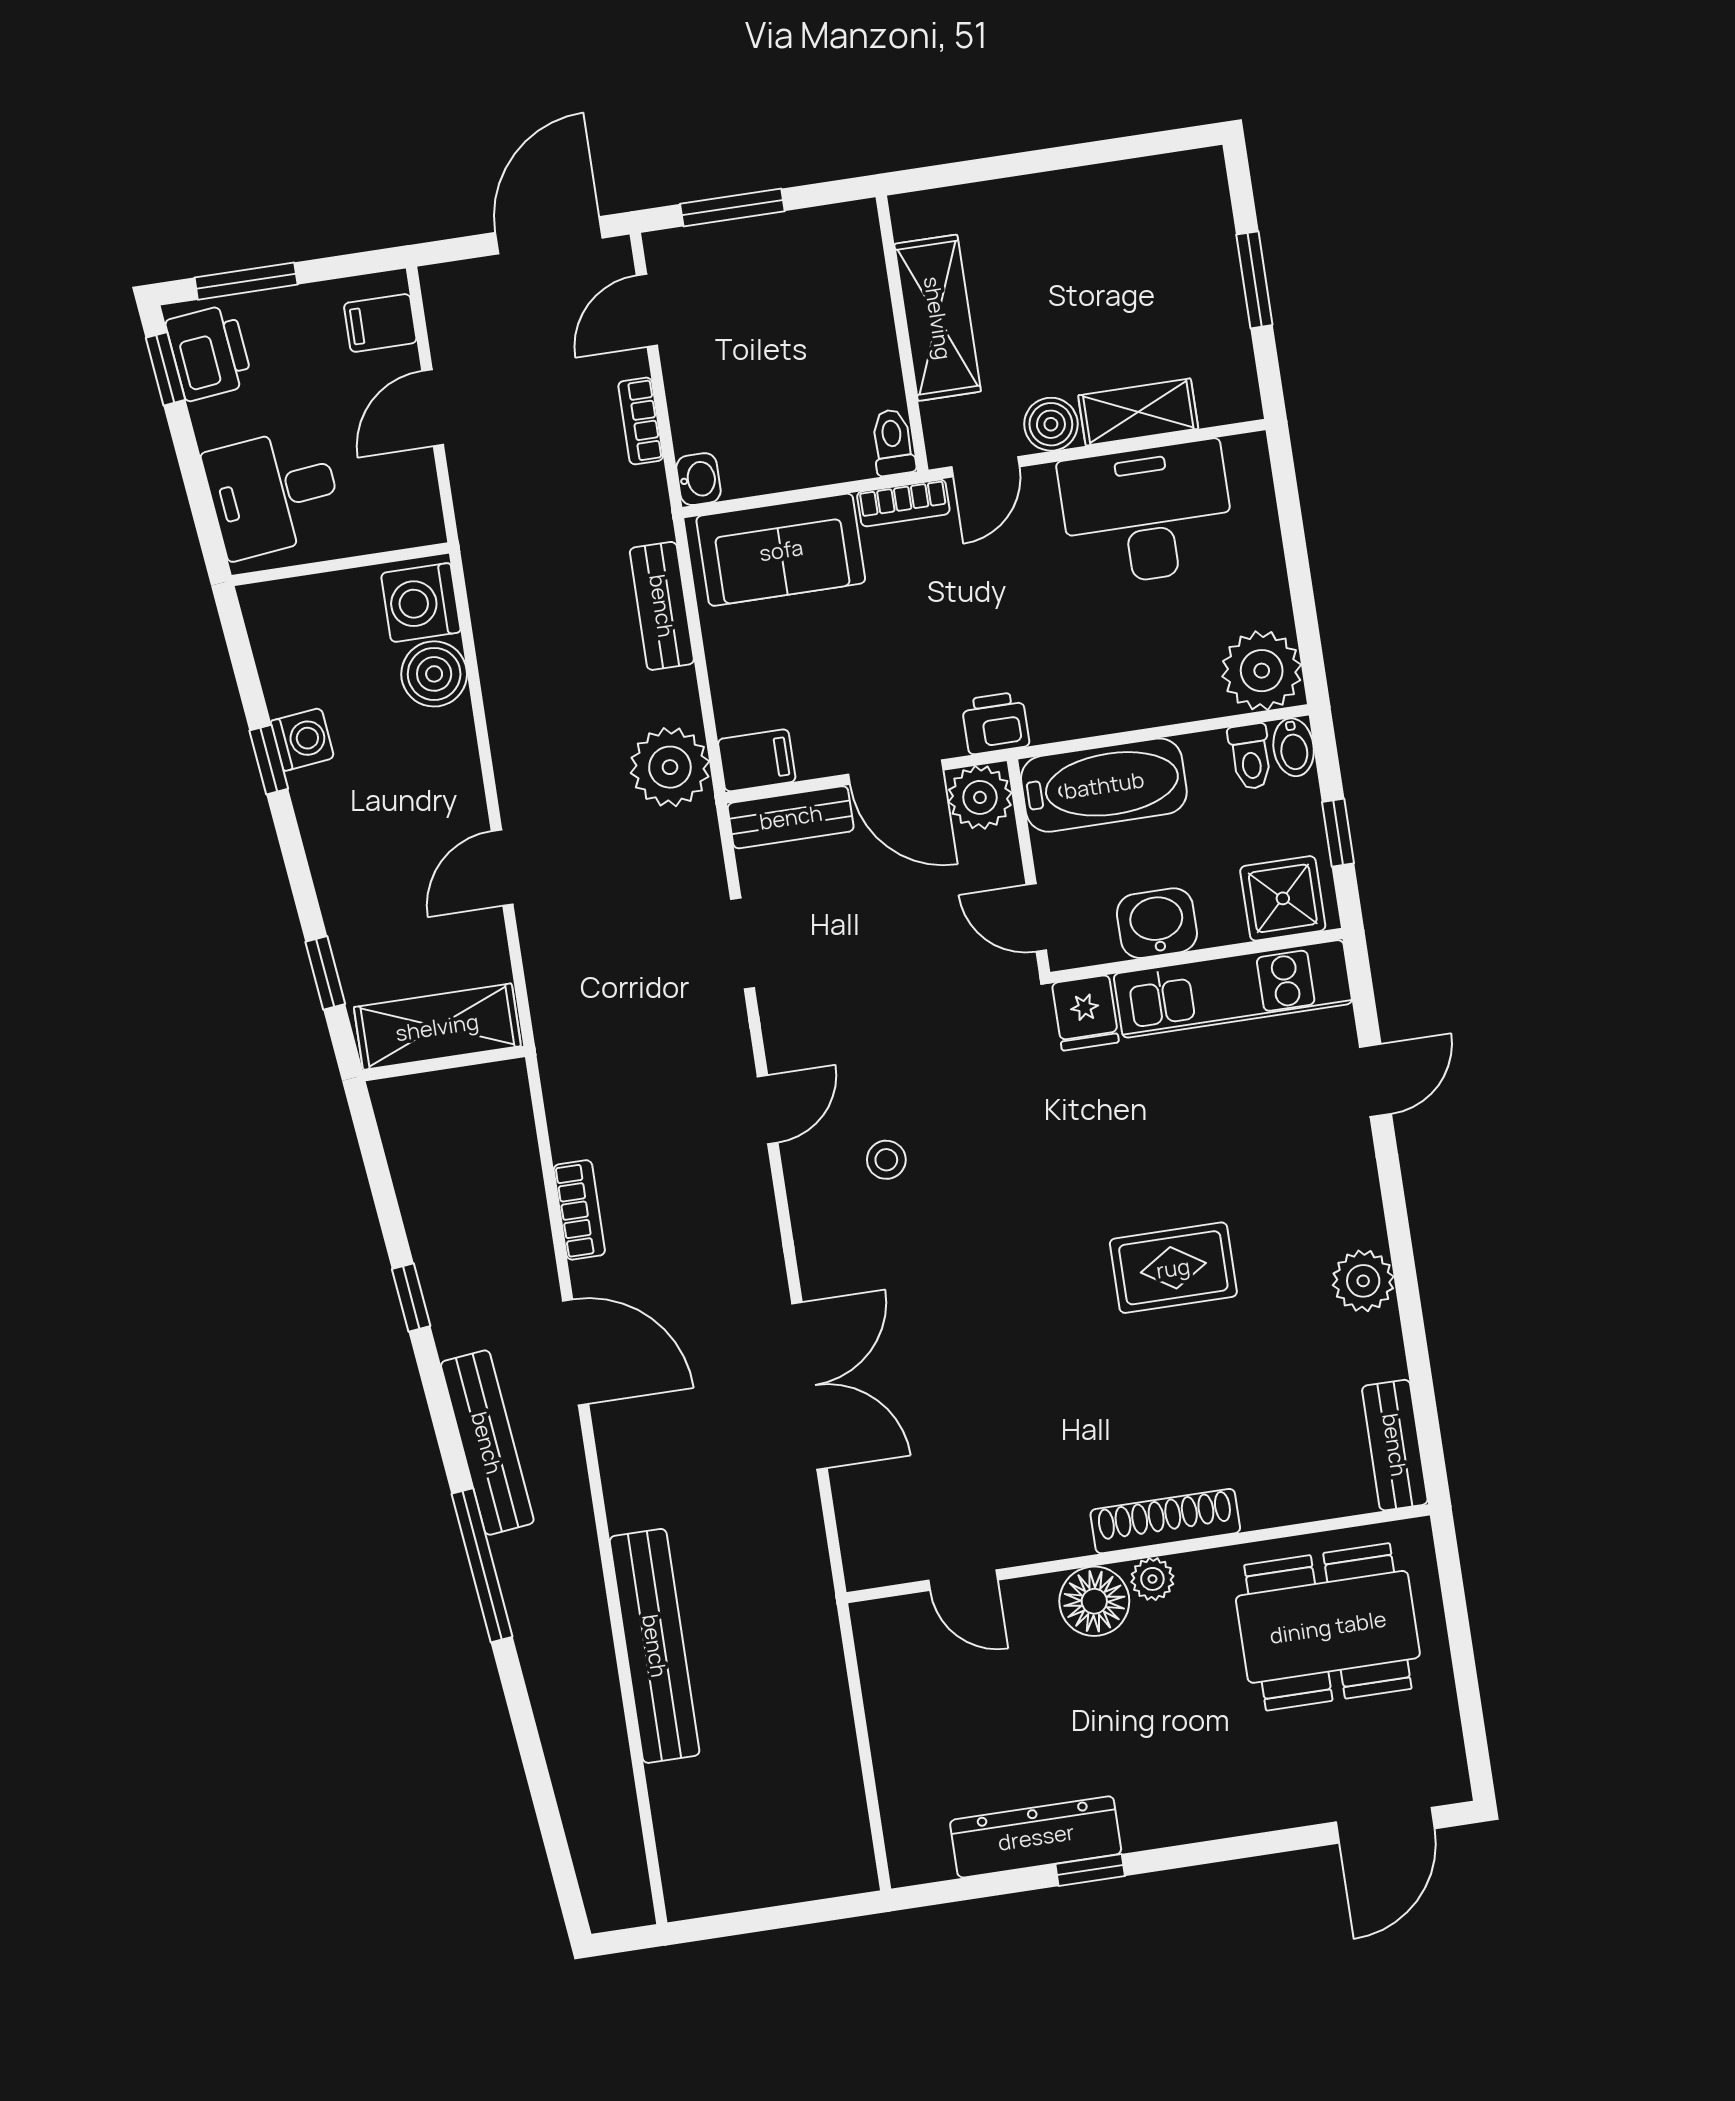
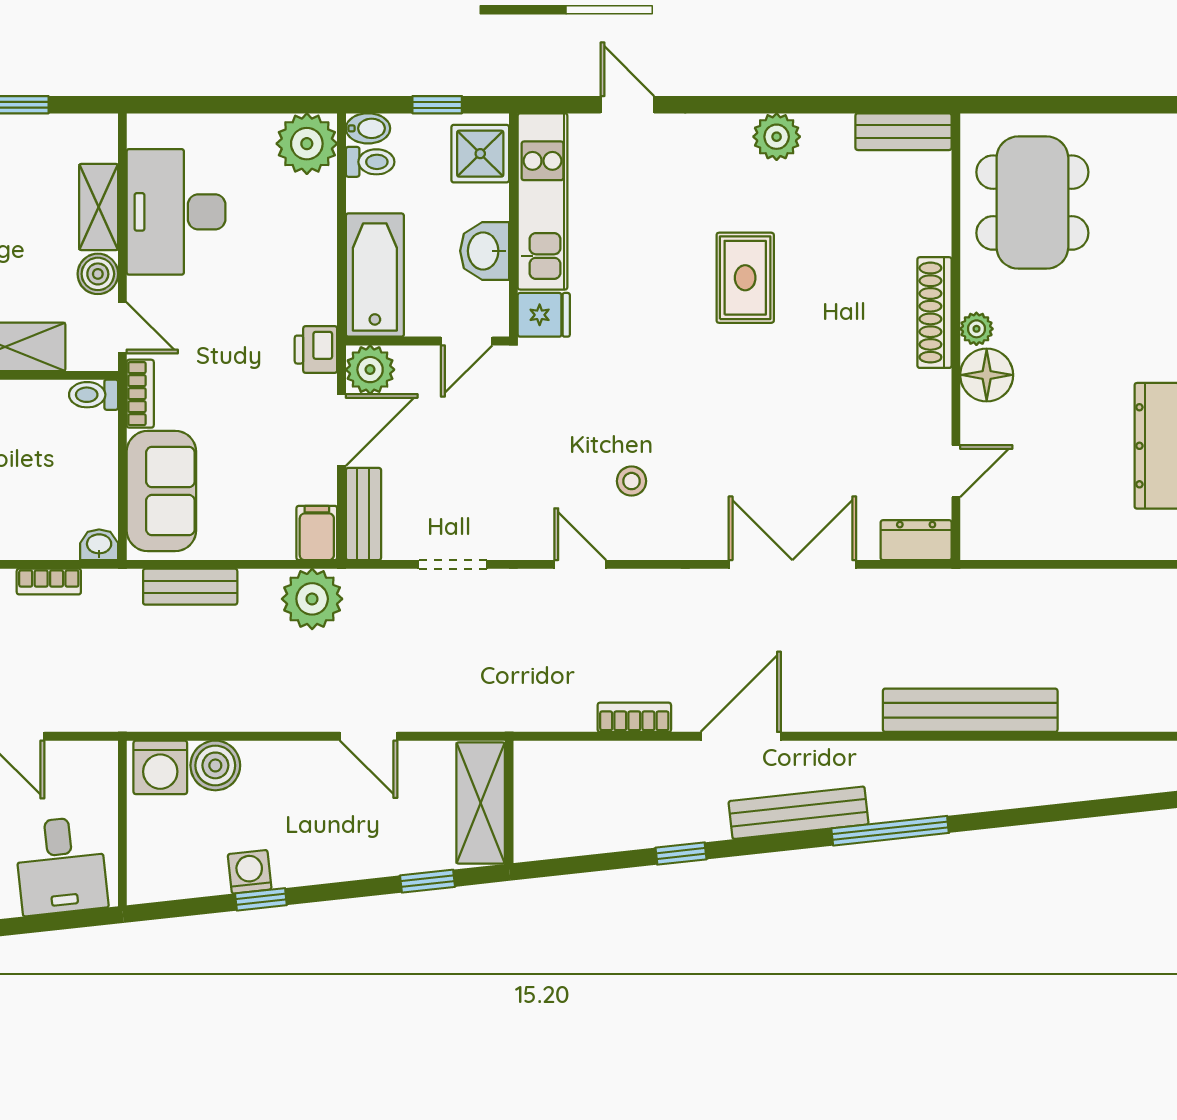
dresser: (865, 1542) -> (916, 540), added

